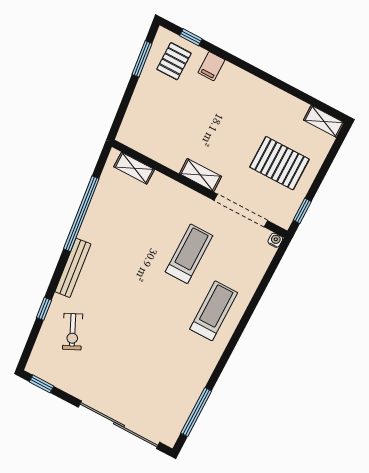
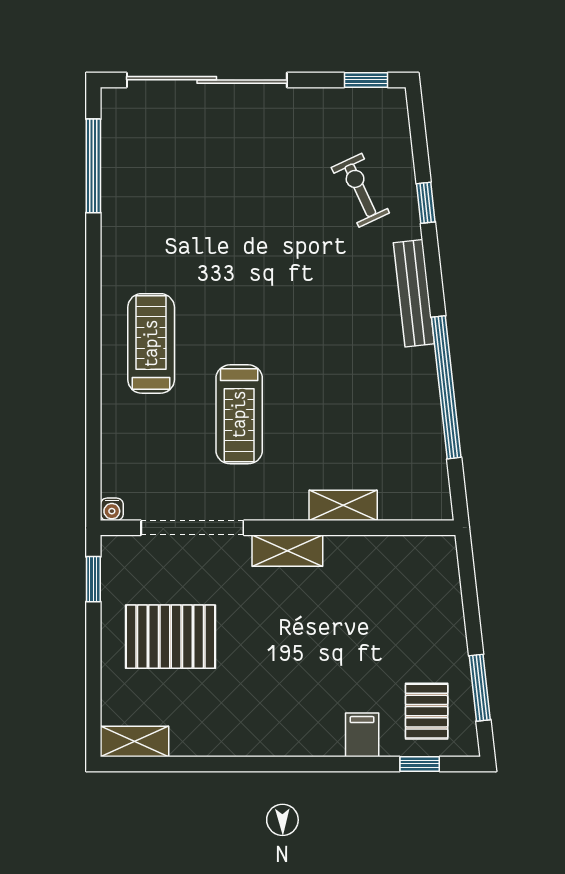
shelving: (134, 168) -> (343, 505), moved
treadmill: (214, 311) -> (151, 343), turned 180

